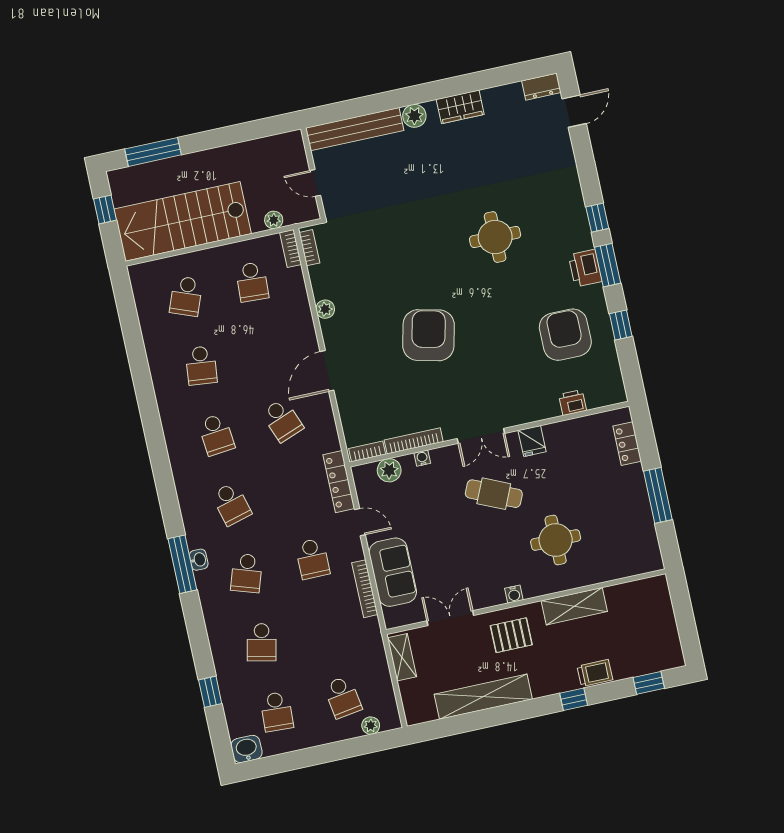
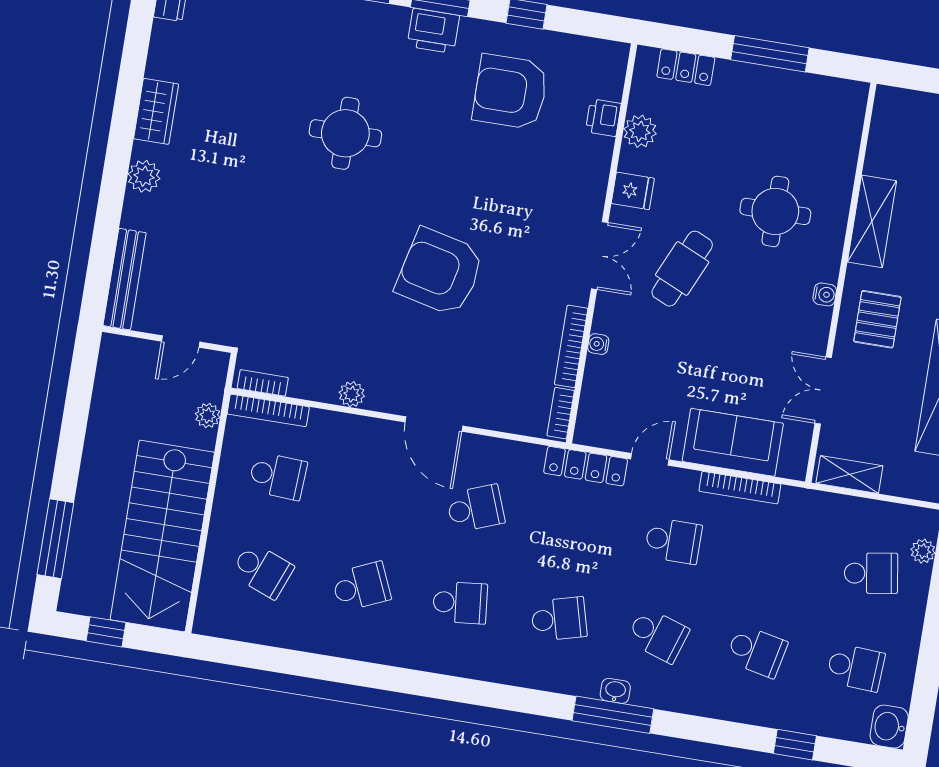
bench: (355, 129) -> (125, 279), width x0.73, depth x0.82
bookcase: (291, 248) -> (268, 410), width x1.56
school desk: (201, 365) -> (361, 587), turned -30
plant: (389, 470) -> (640, 131), moved

